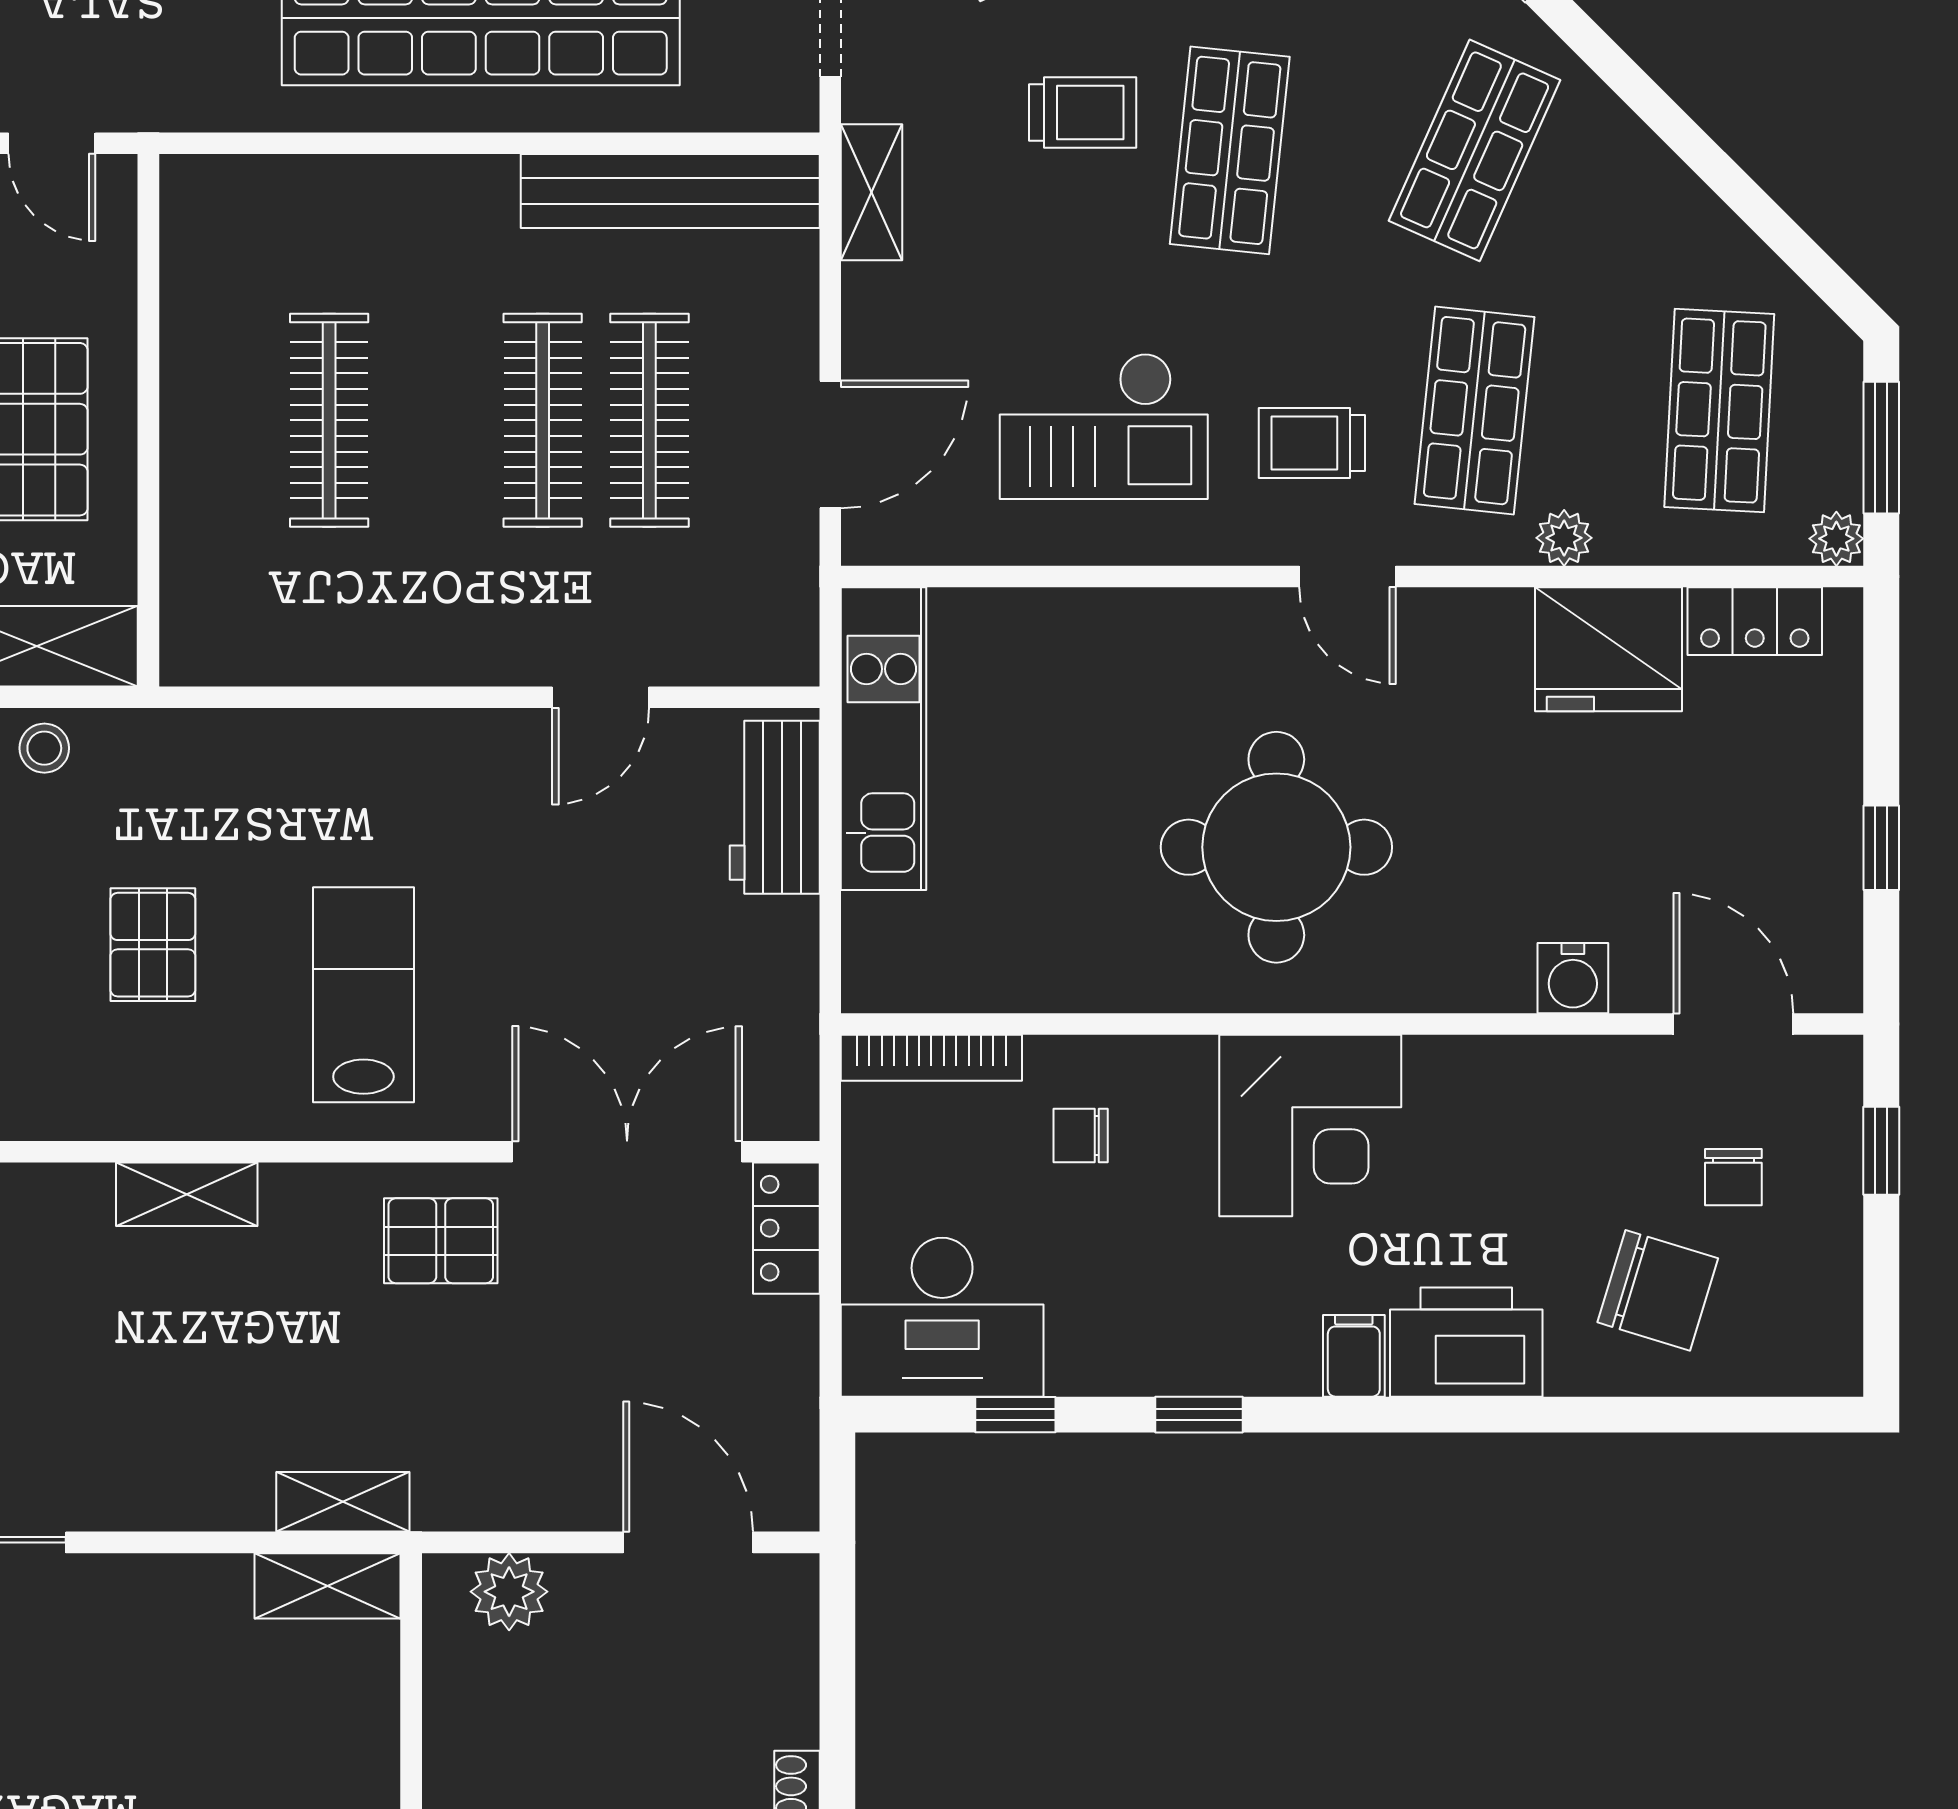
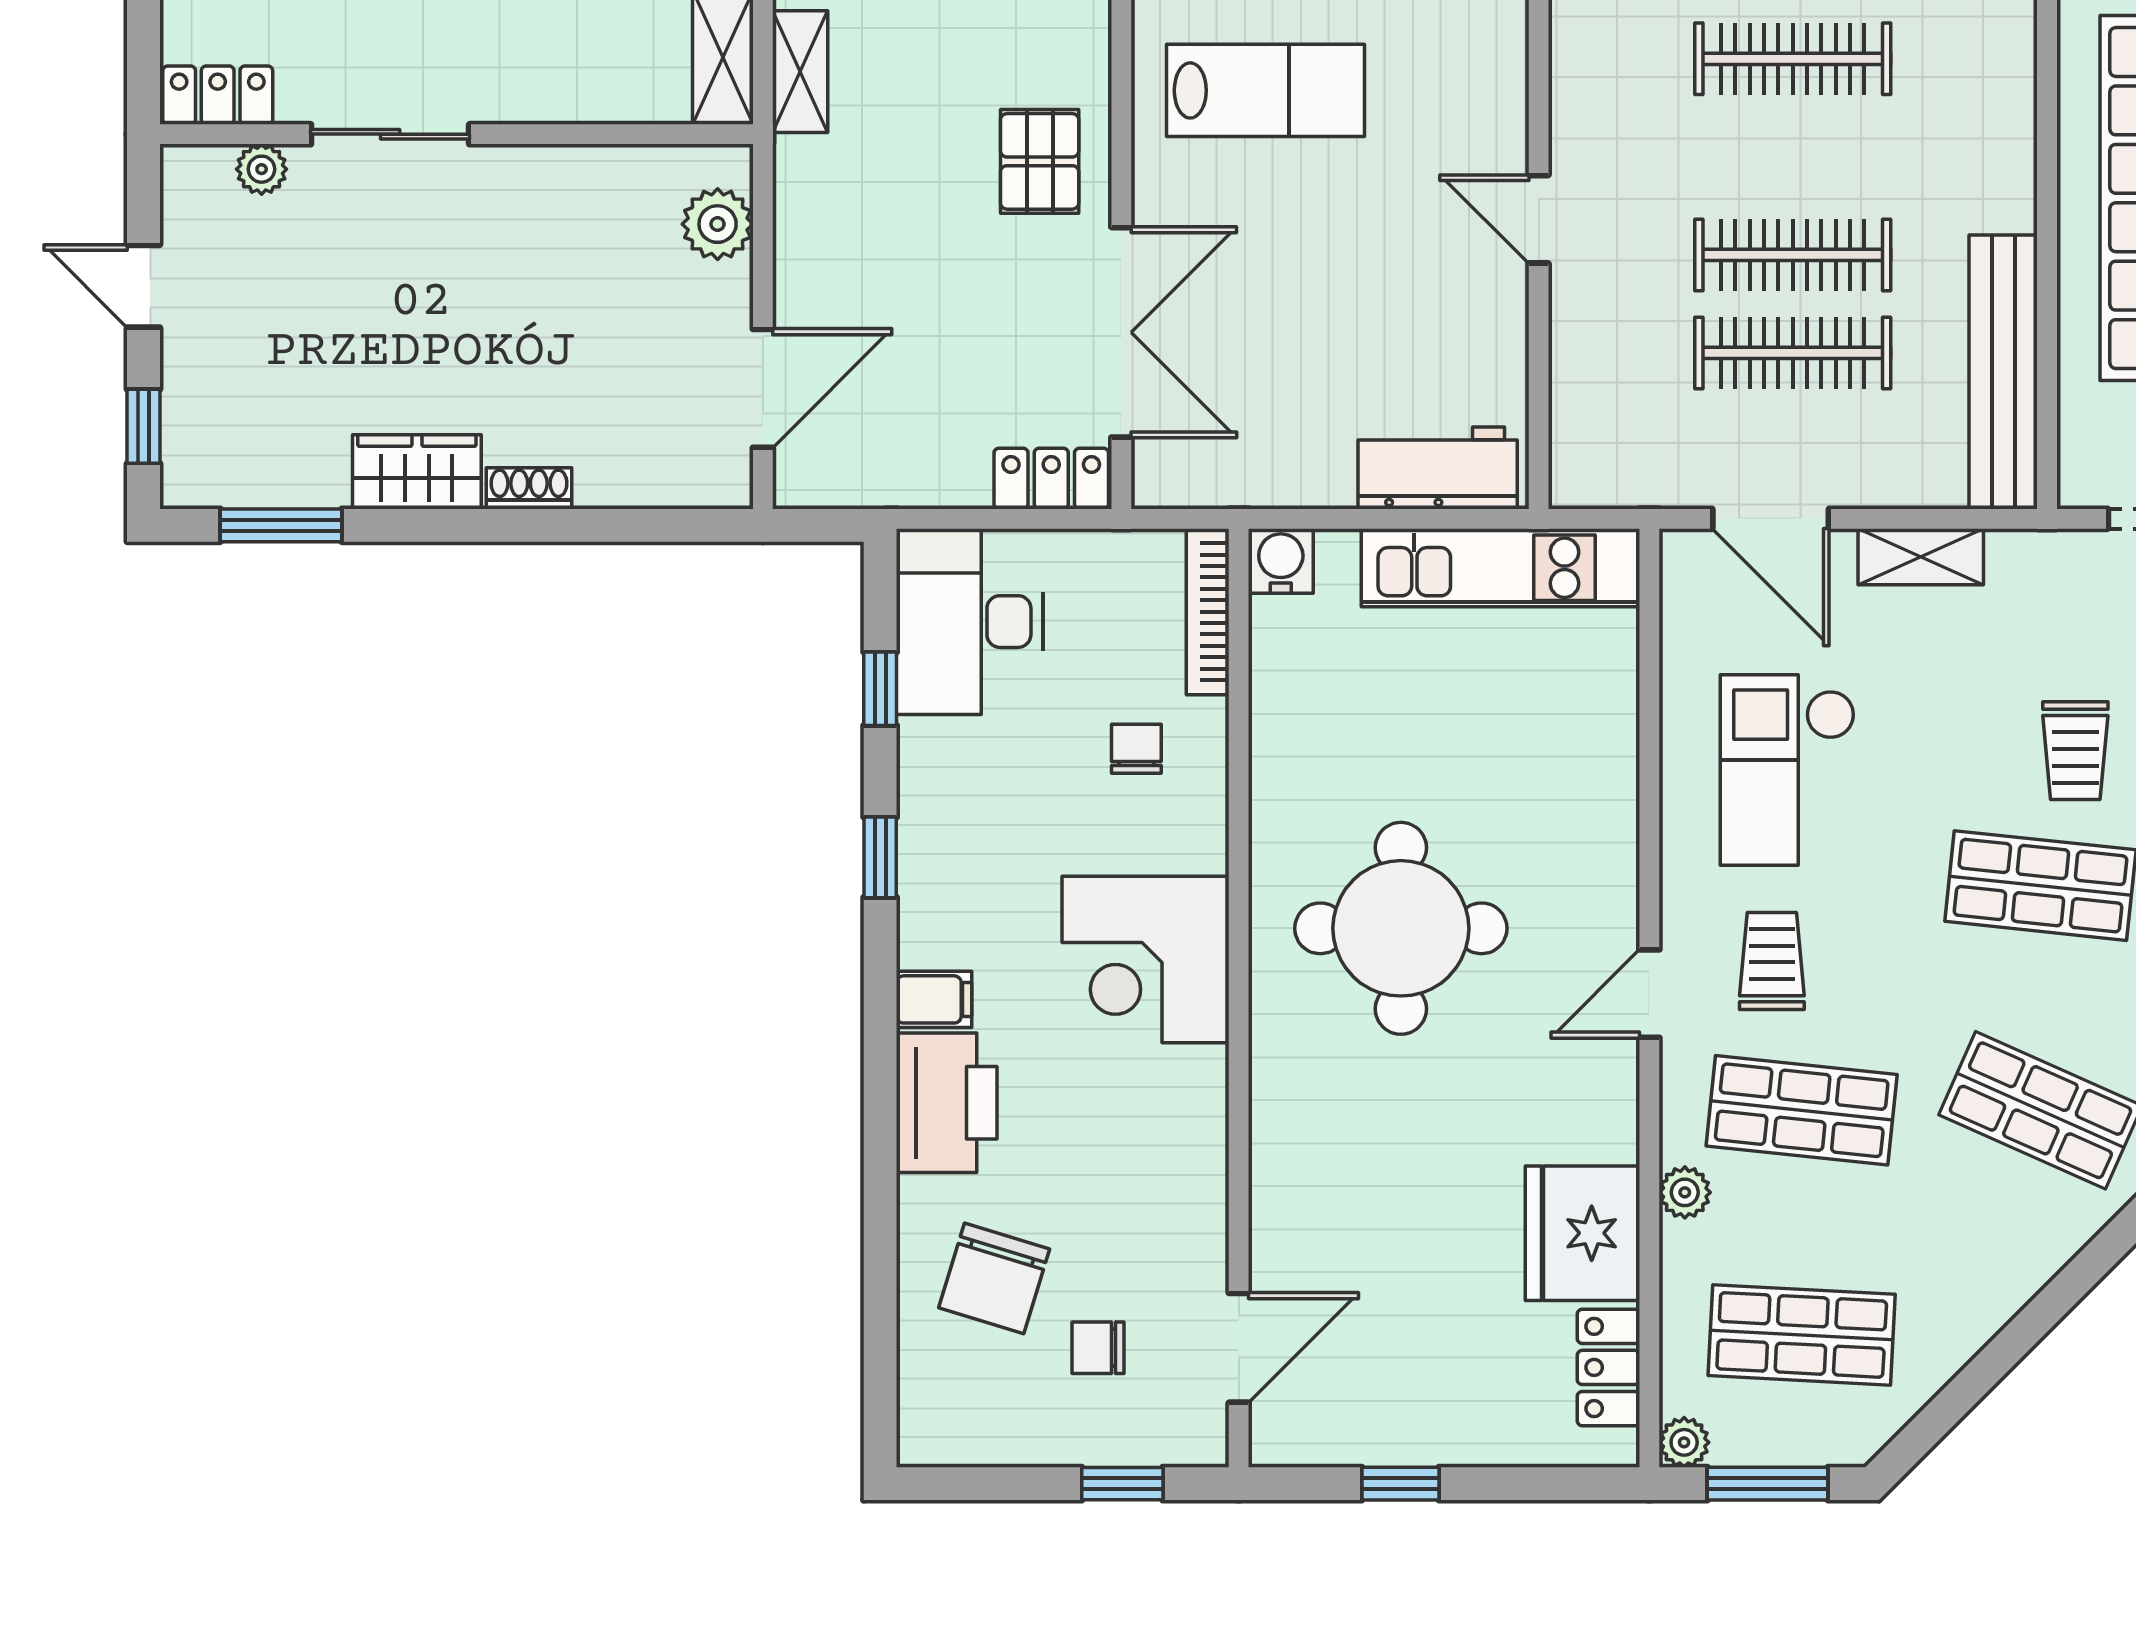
shelving: (872, 192) -> (1921, 557), moved
door: (601, 697) -> (1539, 219), moved
water cooler: (1573, 978) -> (1281, 561), moved, turned 90

